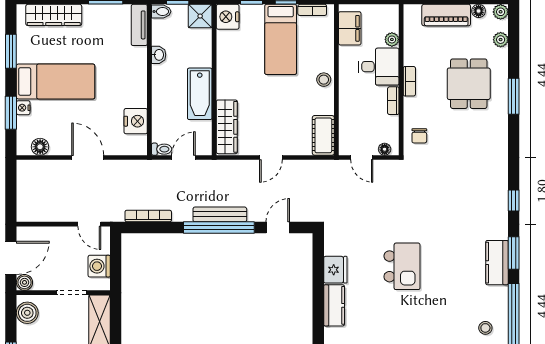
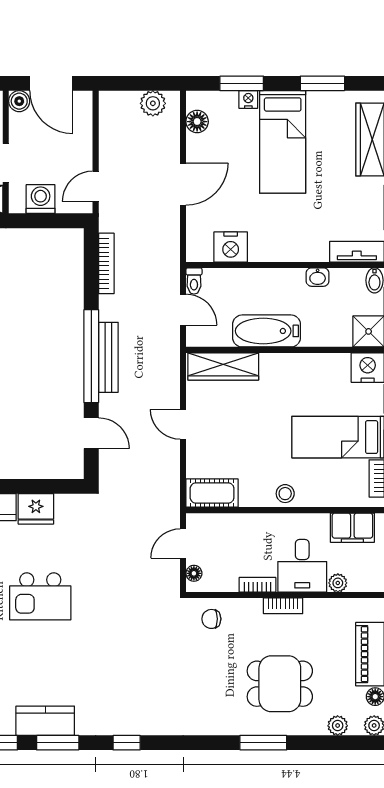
plant: (26, 180) -> (153, 103), added

